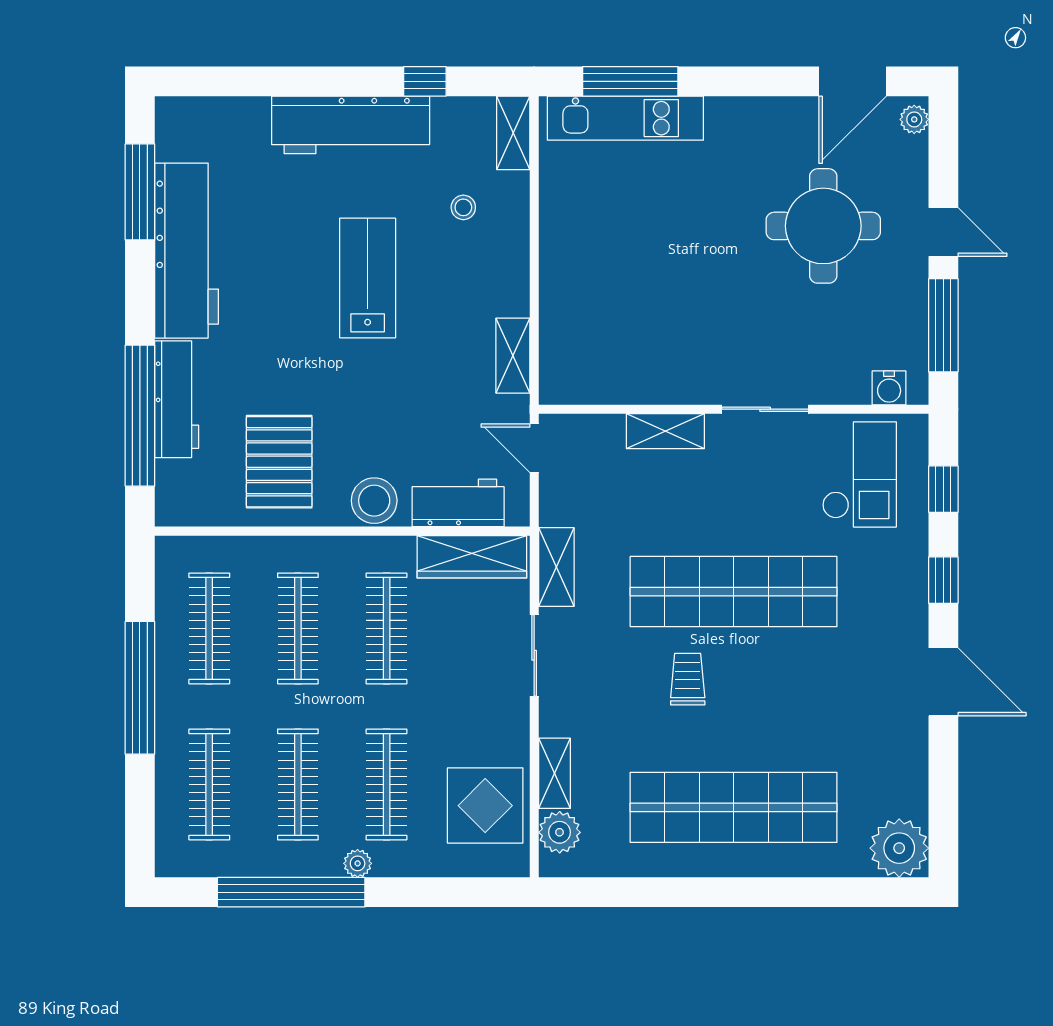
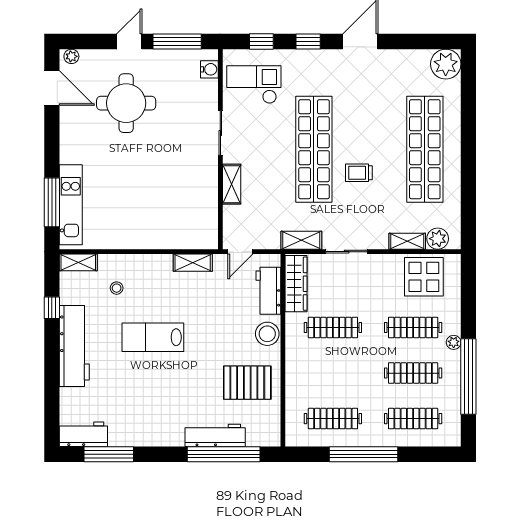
workbench: (187, 251) -> (83, 434), moved, width x0.53, depth x0.76
clothes rail: (298, 628) -> (333, 373), removed

